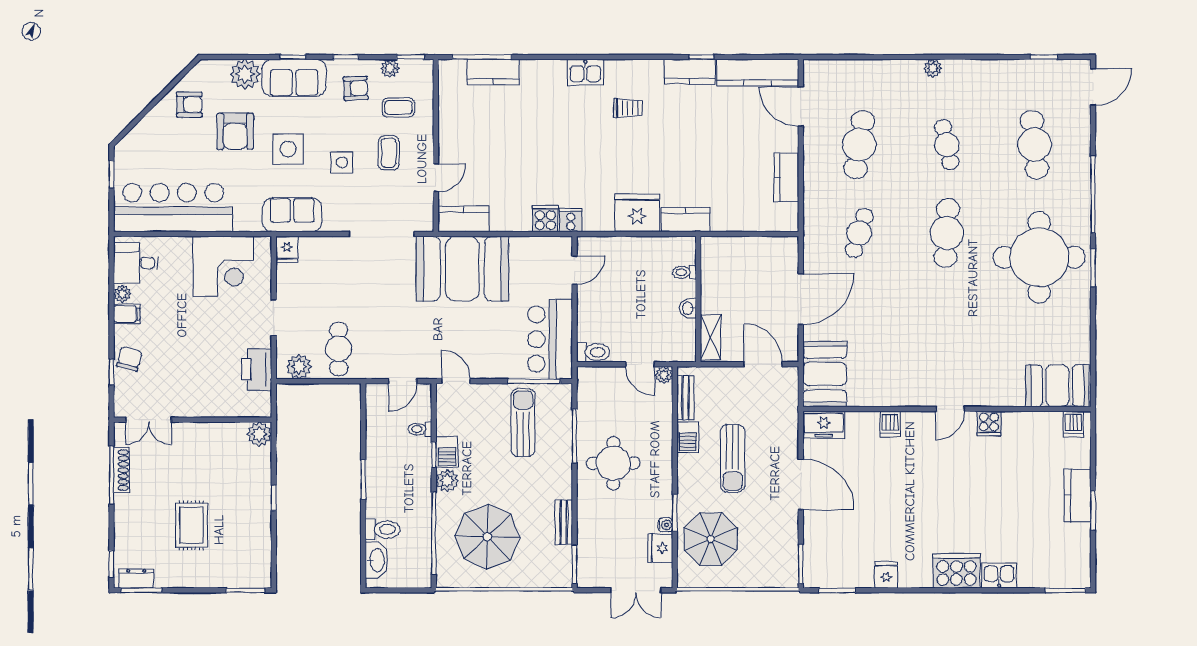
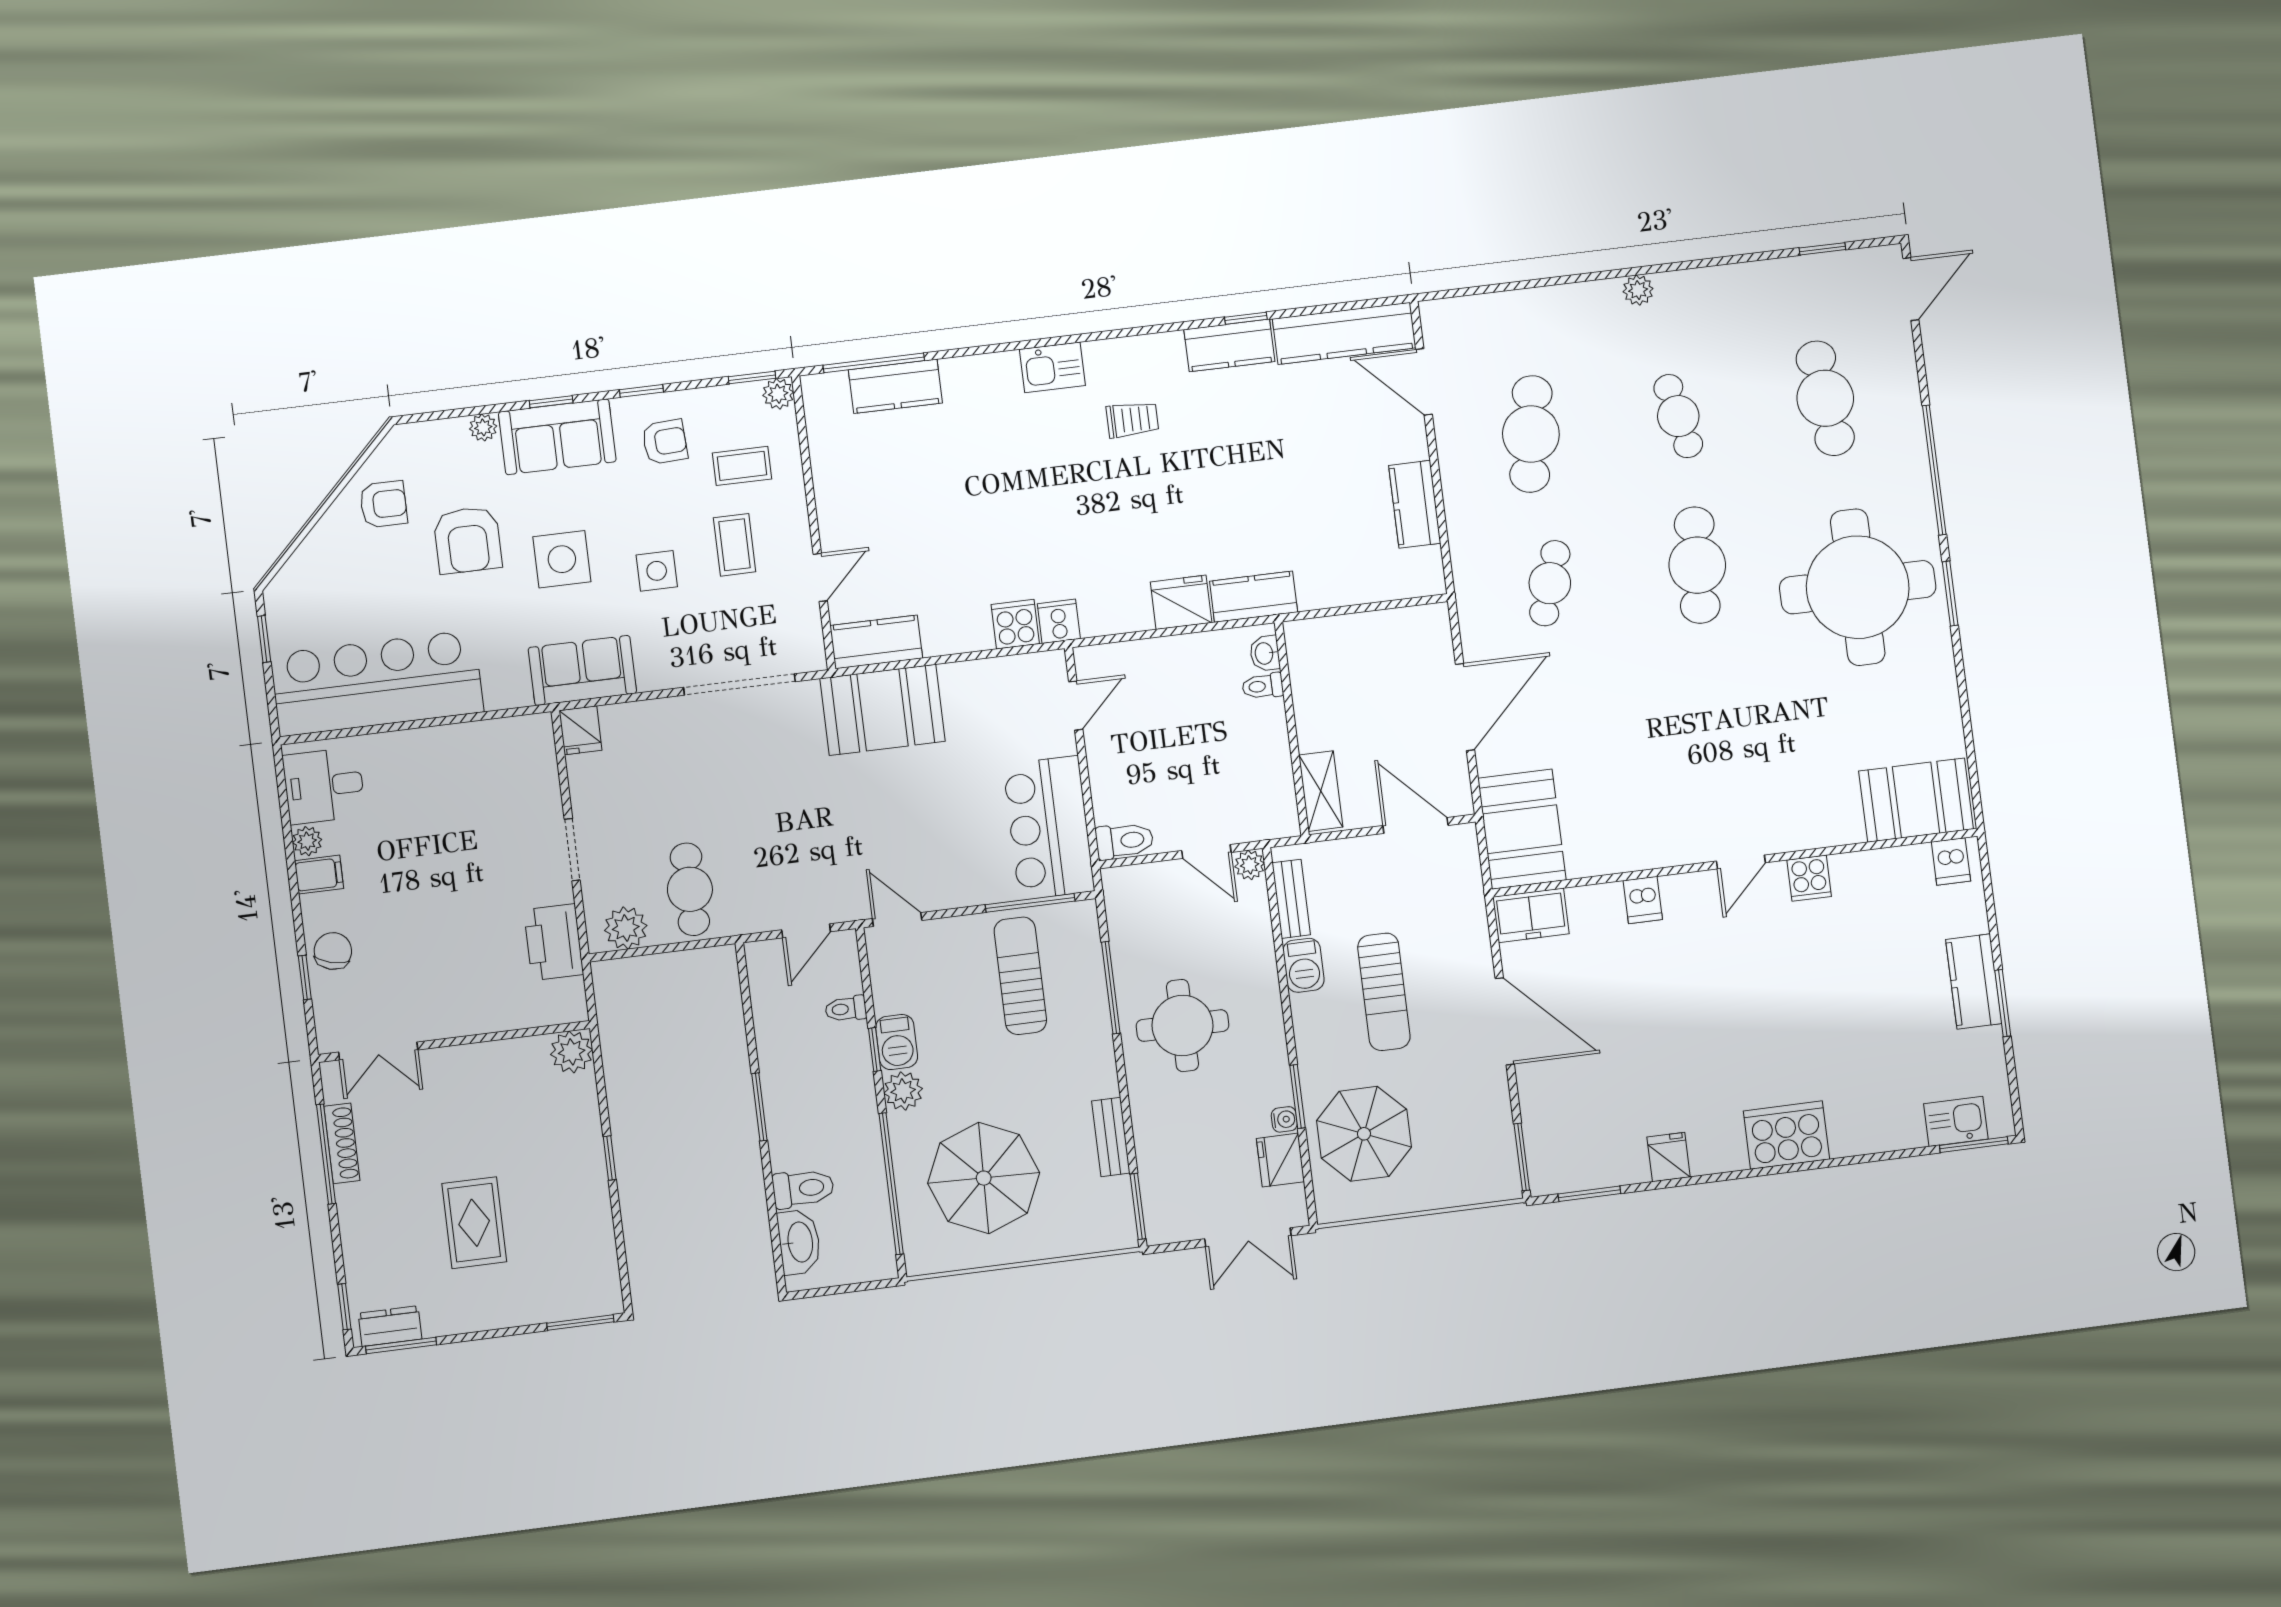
plant: (390, 68) -> (778, 394), moved
plant: (245, 74) -> (483, 427), width x0.53, depth x0.53
fridge: (637, 213) -> (1181, 602), width x0.73, depth x0.75
corner desk: (223, 266) -> (475, 773), removed
booth: (462, 269) -> (883, 710), width x0.73, depth x0.70
washbasin: (688, 308) -> (1265, 653), moved
kitchen sink: (999, 576) -> (1956, 1121), moved

